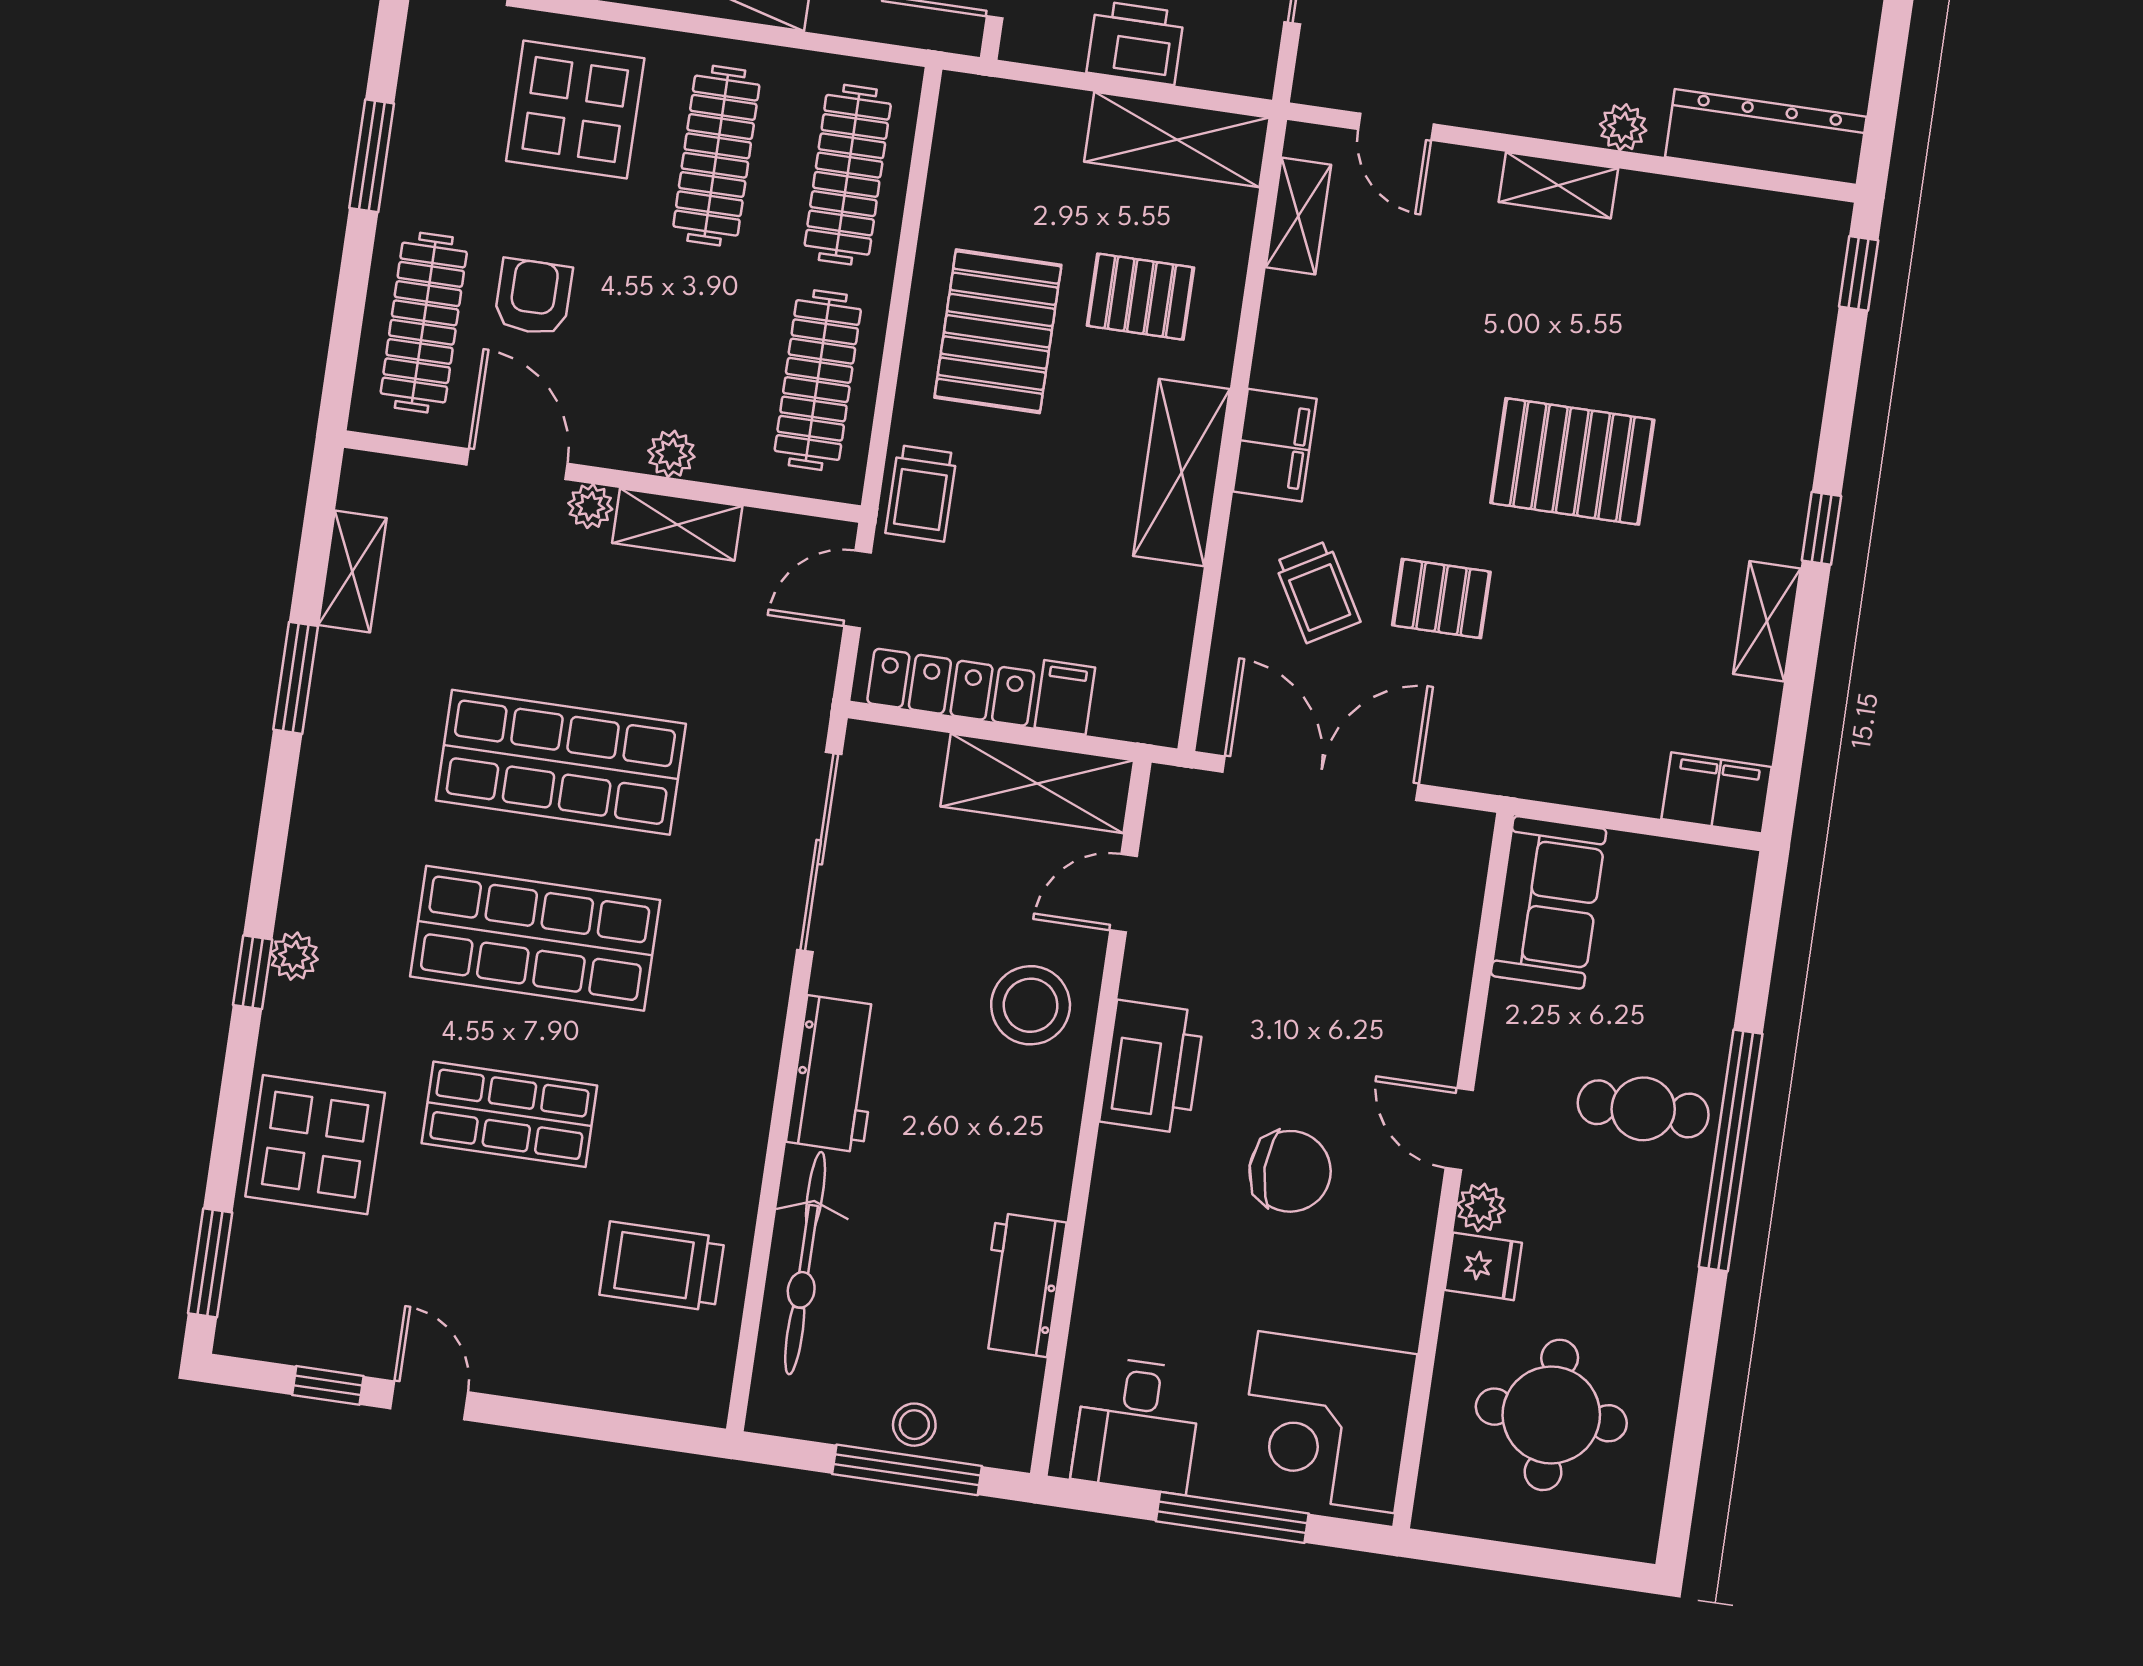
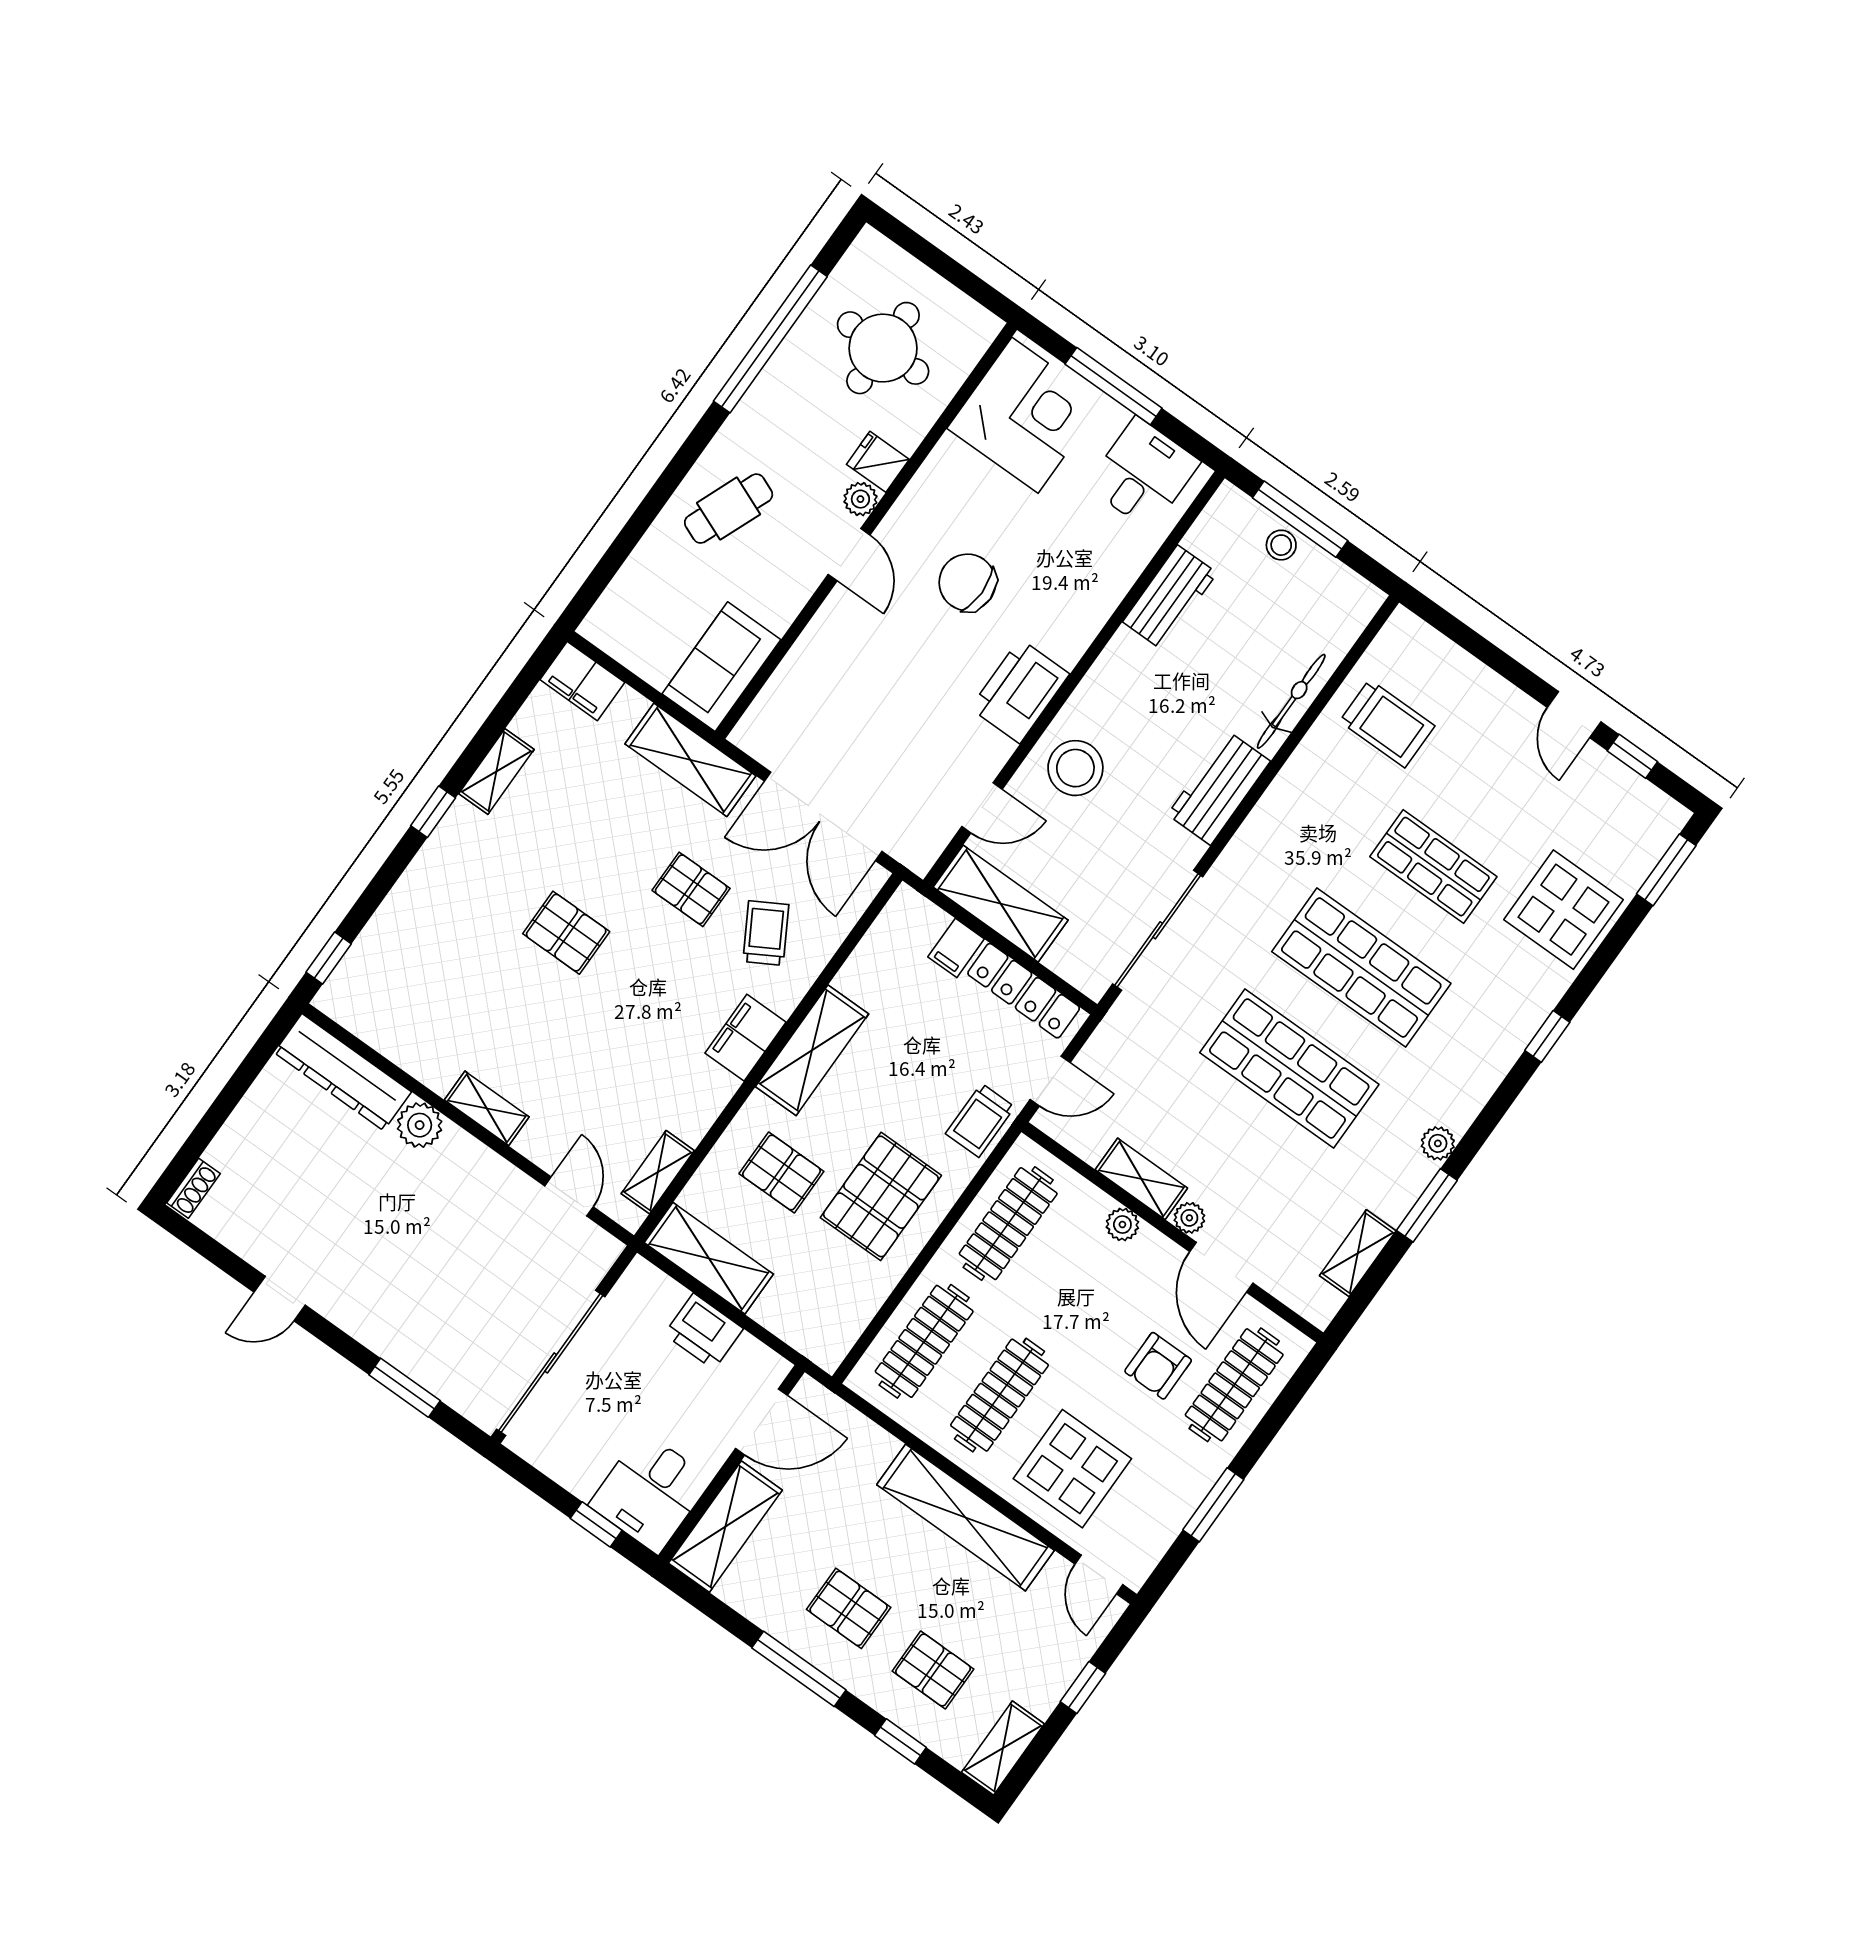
plant: (1623, 127) -> (420, 1125), width x1.38, depth x1.38
pallet: (1572, 461) -> (566, 933), width x0.67, depth x0.71
trolley: (921, 493) -> (980, 1120), turned 180
shelving: (1527, 763) -> (690, 760), added
plant: (294, 956) -> (1438, 1143), moved
cafe table: (1643, 1109) -> (729, 509), turned -68
window: (1731, 1150) -> (770, 339), moved
bicycle: (805, 1263) -> (1291, 701), width x0.73, depth x0.71

